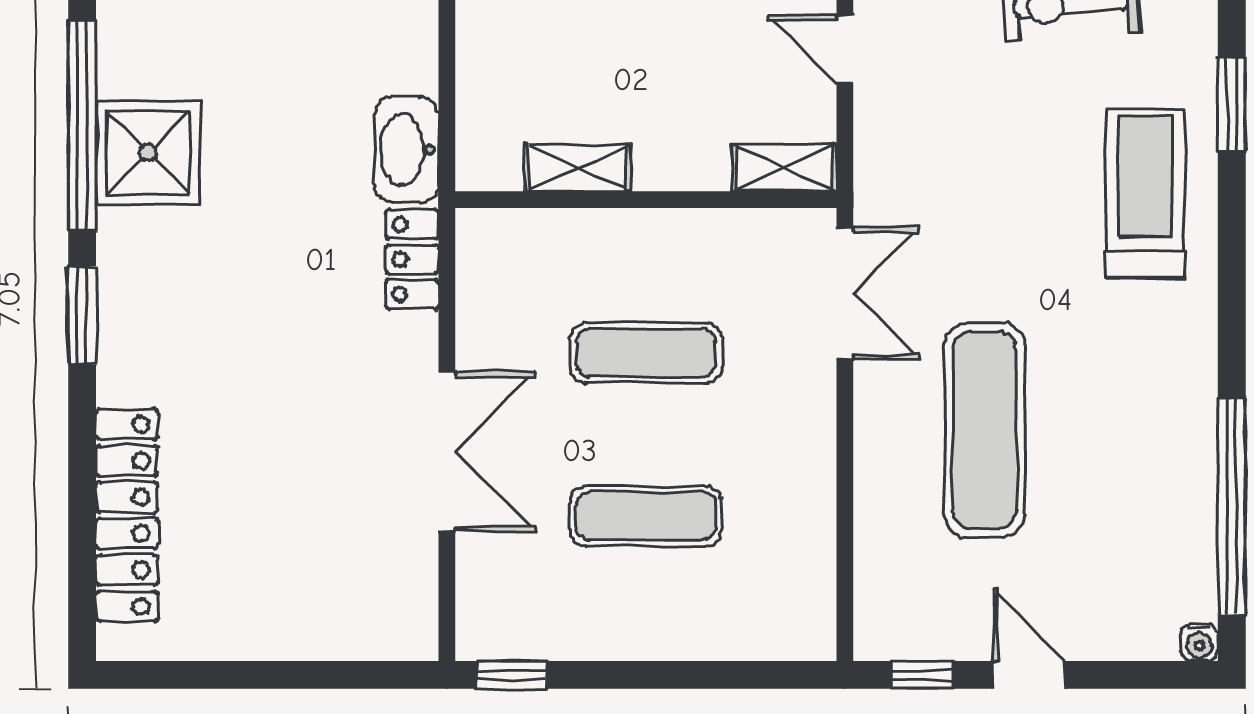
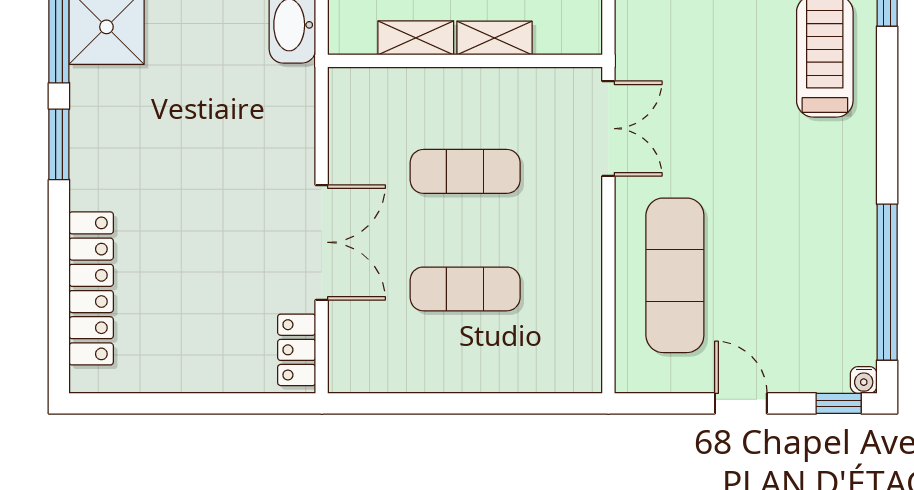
shelving: (784, 168) -> (494, 38), moved
locker: (412, 259) -> (297, 350), moved
exercise mat: (984, 430) -> (675, 275), moved
window: (512, 675) -> (369, 403), removed
window: (922, 675) -> (839, 403), moved

